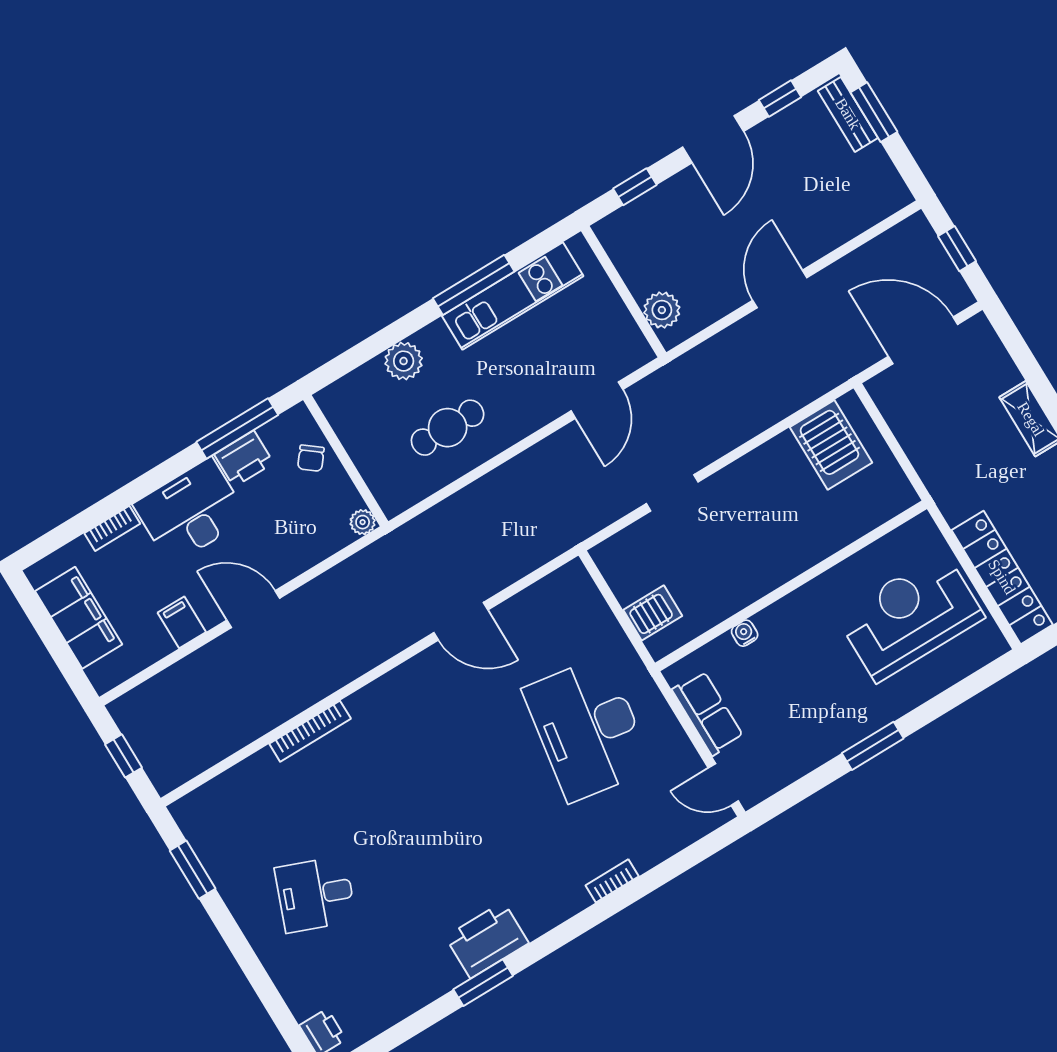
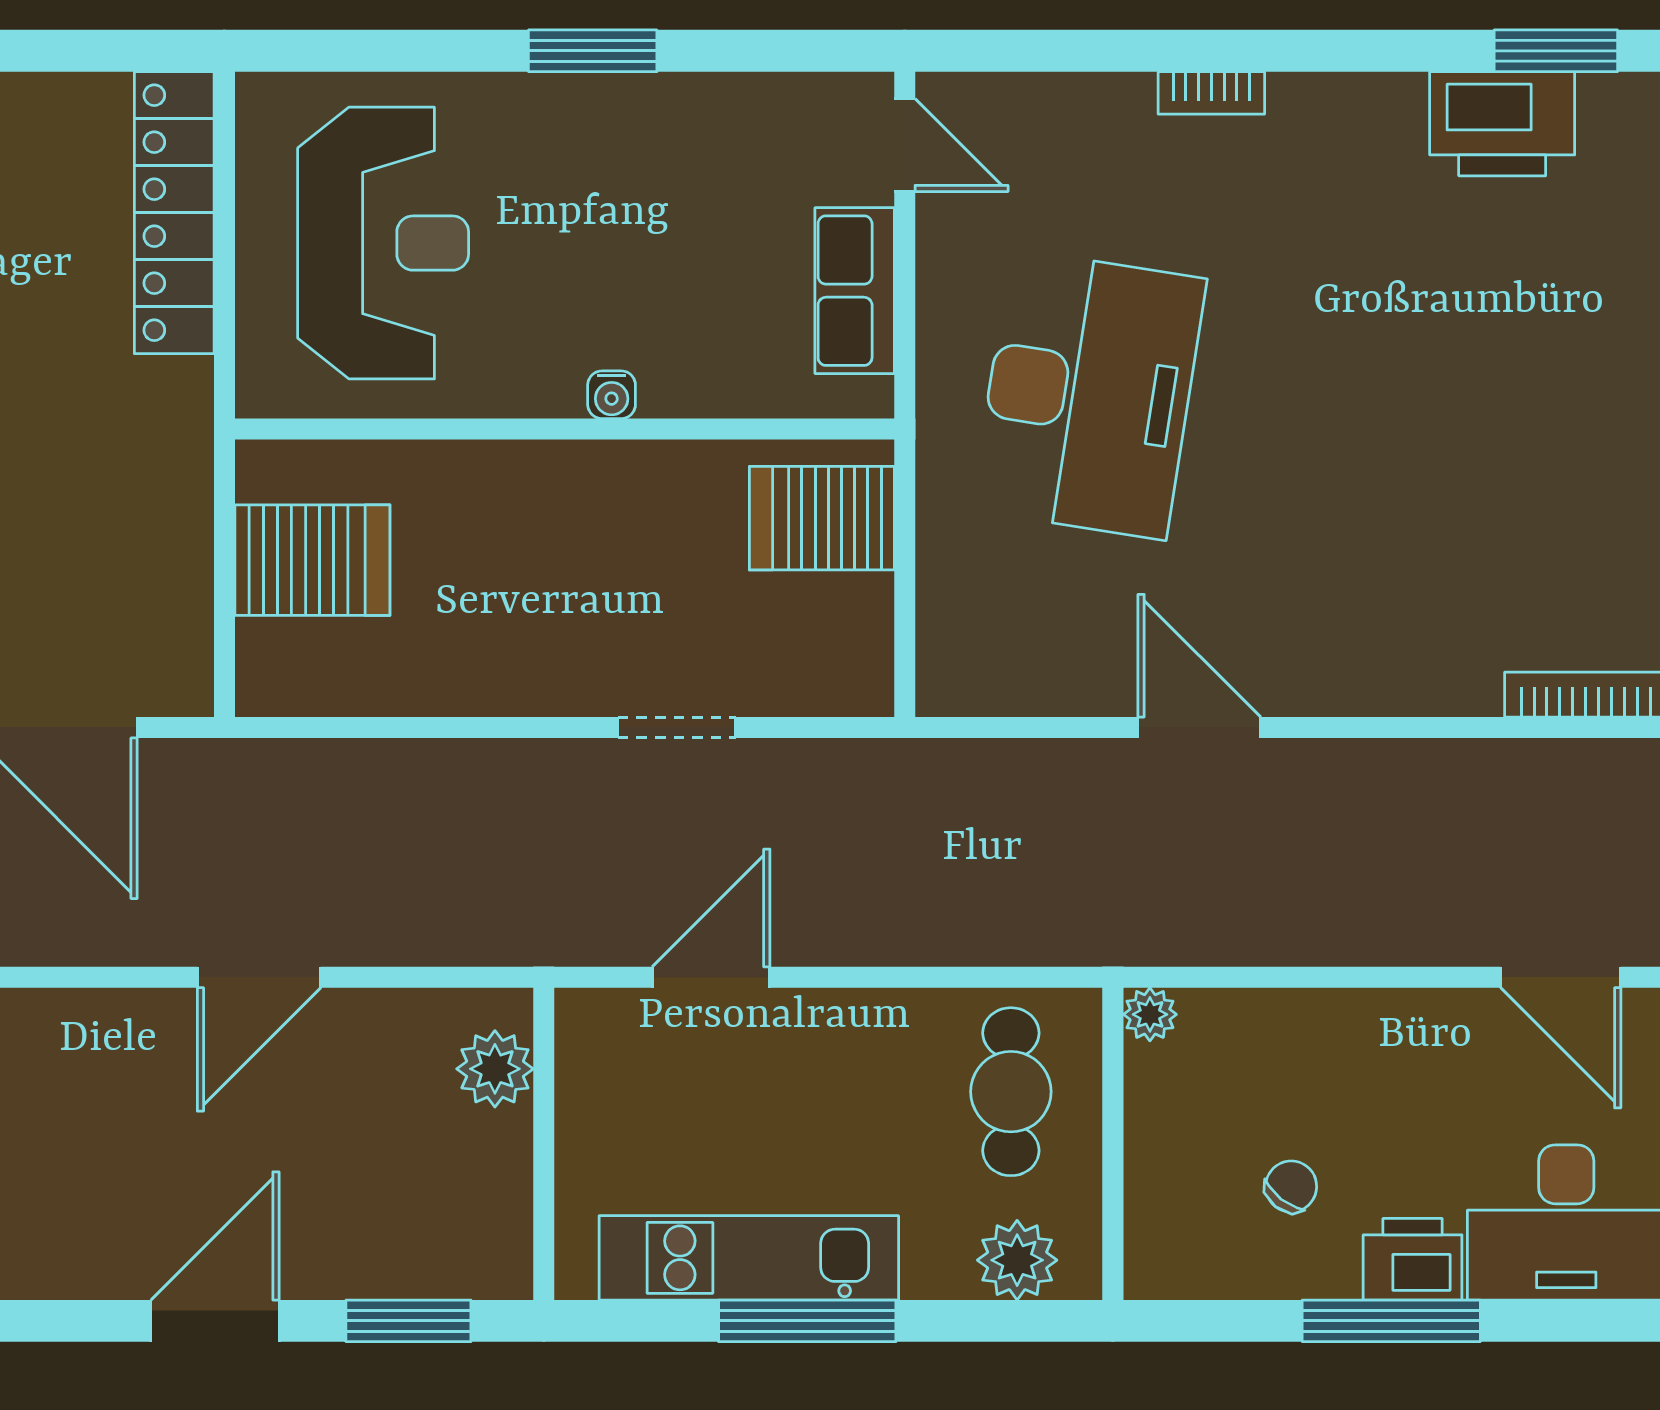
window: (780, 99) -> (50, 1321), removed
window: (635, 187) -> (408, 1321), width x1.50
cafe table: (448, 428) -> (1011, 1092), turned 90
server rack: (831, 445) -> (312, 560), moved, turned 90
wall: (346, 461) -> (1113, 1144), moved
plant: (363, 522) -> (1150, 1014), moved
server rack: (653, 613) -> (822, 518), width x1.36, depth x1.44
reception desk: (910, 617) -> (383, 243), turned -90
water cooler: (745, 633) -> (612, 395), moved

